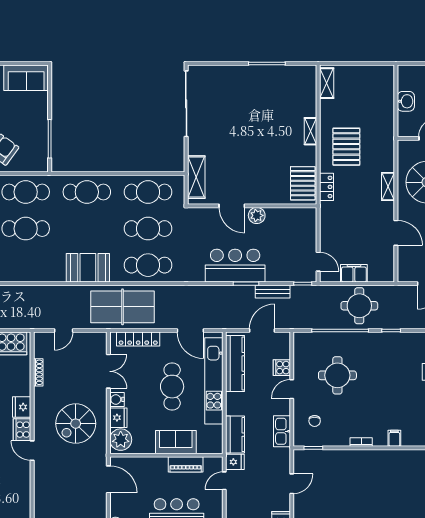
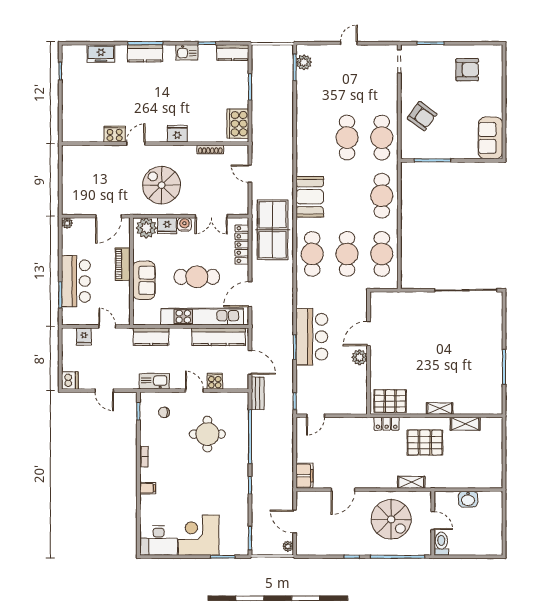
shelving: (327, 83) -> (465, 424), moved
shelving: (196, 177) -> (396, 300), removed
shelving: (388, 186) -> (411, 482), moved
filing cabinet: (354, 273) -> (304, 476), moved
bench: (273, 292) -> (258, 393), moved
round table: (359, 306) -> (274, 455), removed
cooker: (22, 430) -> (115, 134), moved
fridge: (235, 462) -> (84, 337), moved
piano: (186, 464) -> (123, 264), moved

